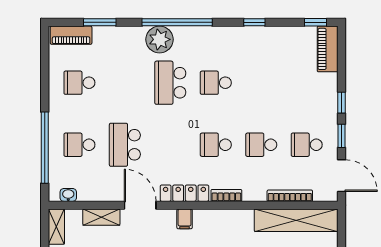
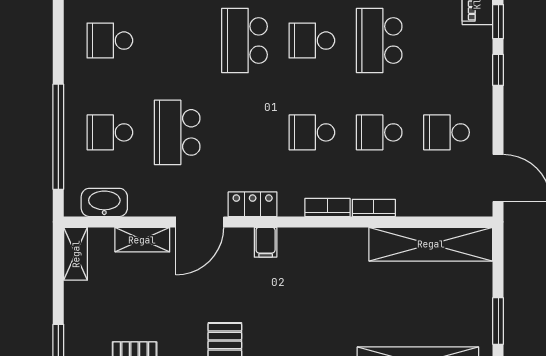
school desk: (261, 83) -> (379, 41), added
window: (341, 136) -> (498, 22), moved
locker: (184, 193) -> (253, 204), width x0.66
washbasin: (68, 195) -> (104, 202), width x1.91, depth x1.45
bookcase: (290, 196) -> (374, 208), moved, width x0.64
door: (140, 205) -> (200, 222), swing flipped

